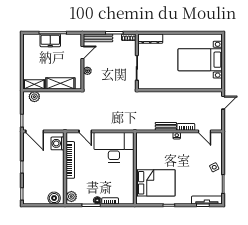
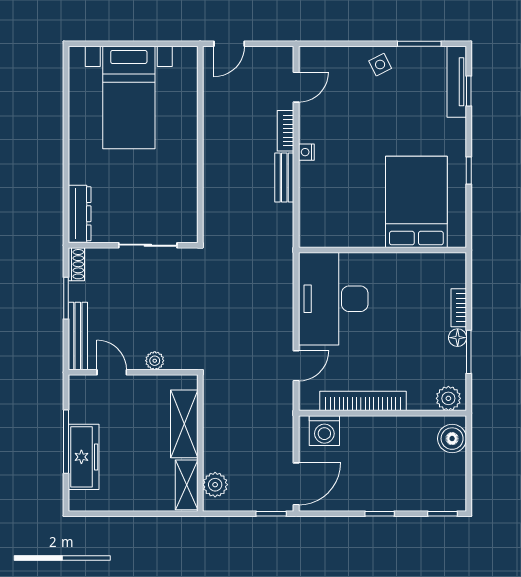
freezer: (50, 40) -> (84, 457), width x1.40
door: (223, 103) -> (229, 44), swing flipped

